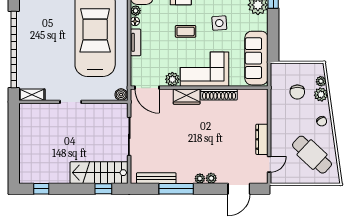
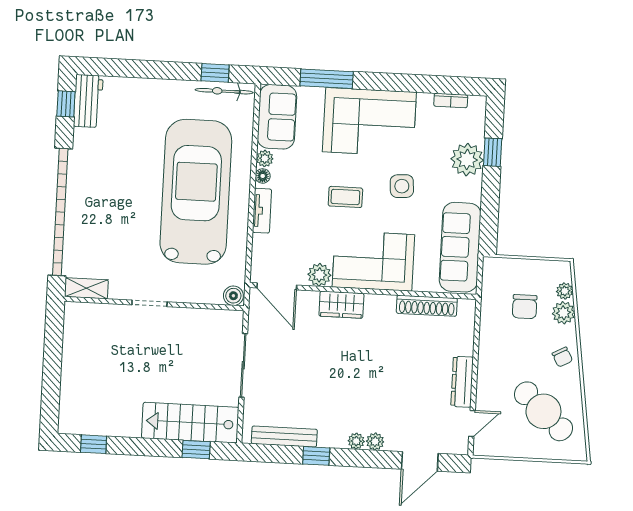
shoe rack: (219, 95) -> (427, 306), moved
window: (176, 189) -> (316, 456), width x0.46

